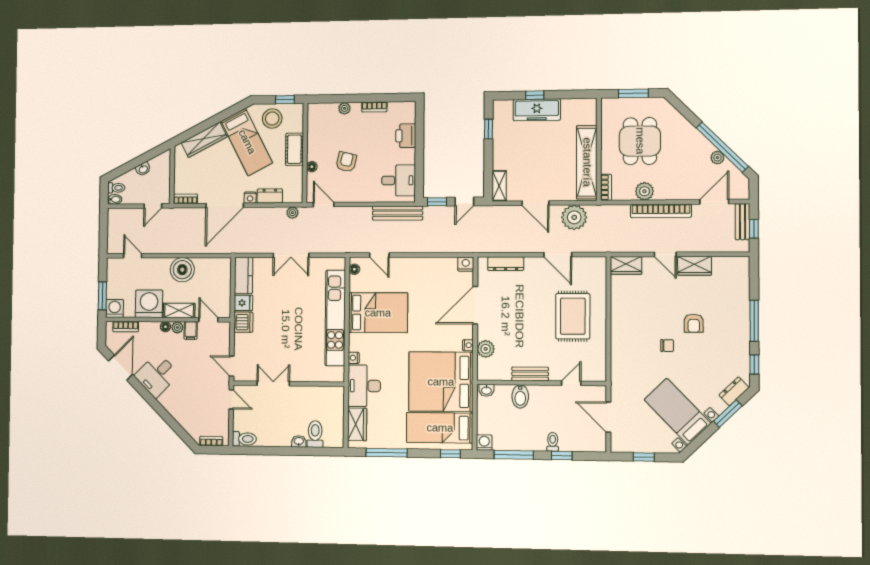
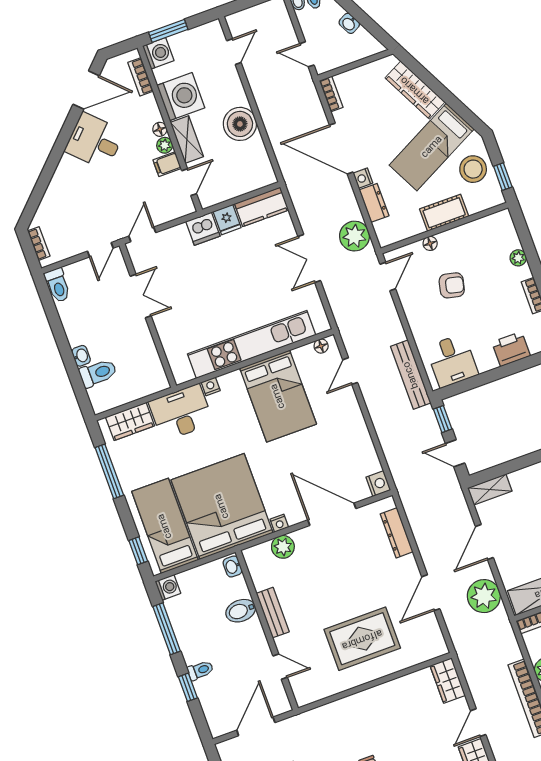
plant: (292, 213) -> (354, 236), width x1.87, depth x1.87

